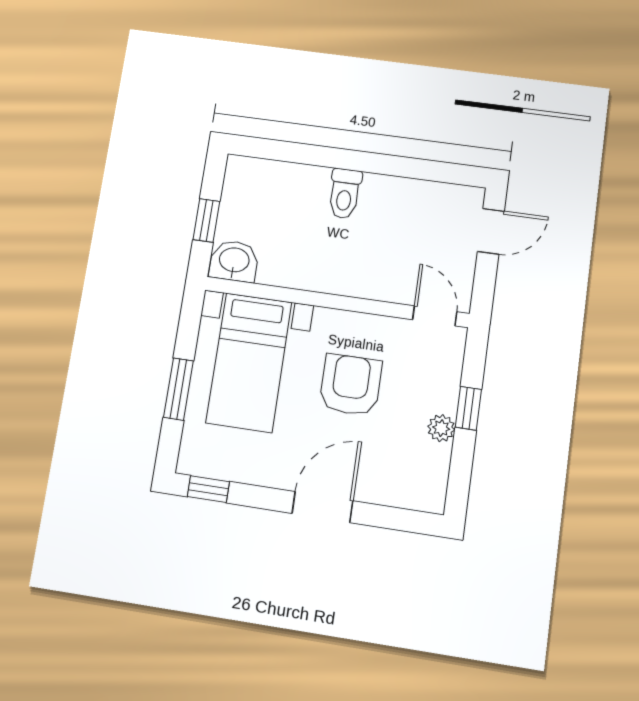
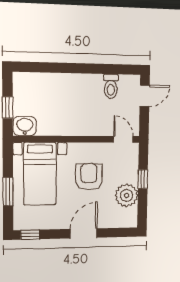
toilet: (345, 194) -> (111, 86), moved
plant: (441, 428) -> (126, 195), width x1.87, depth x1.87

